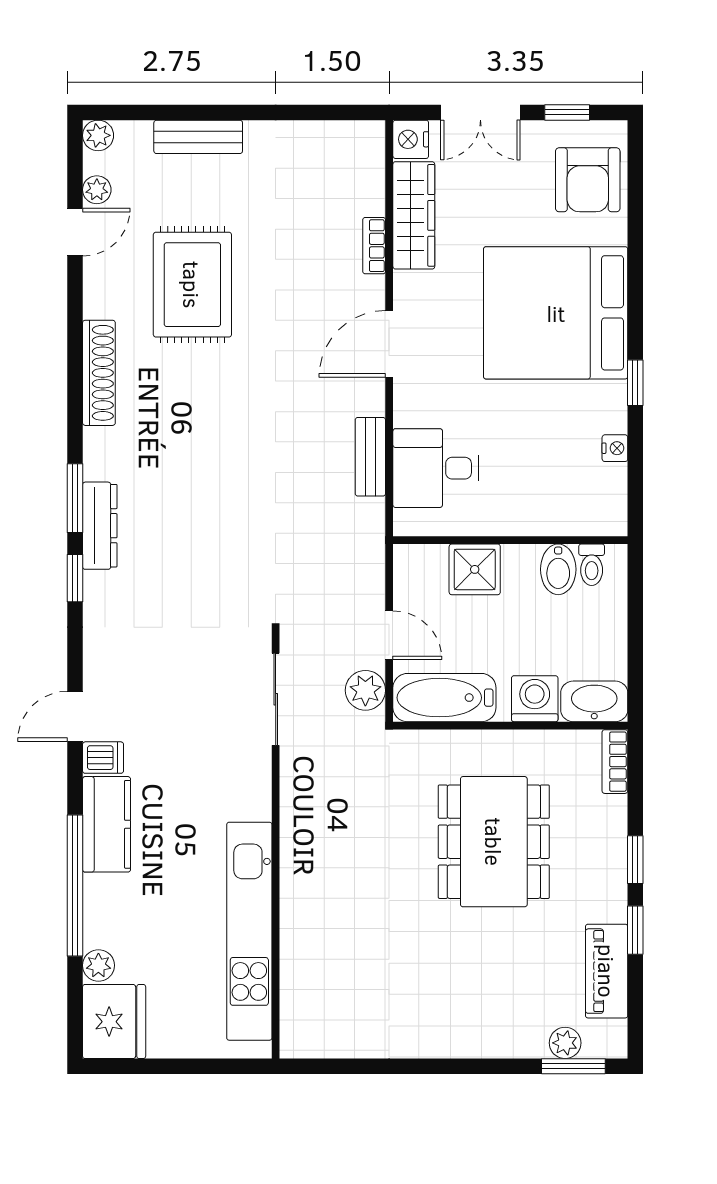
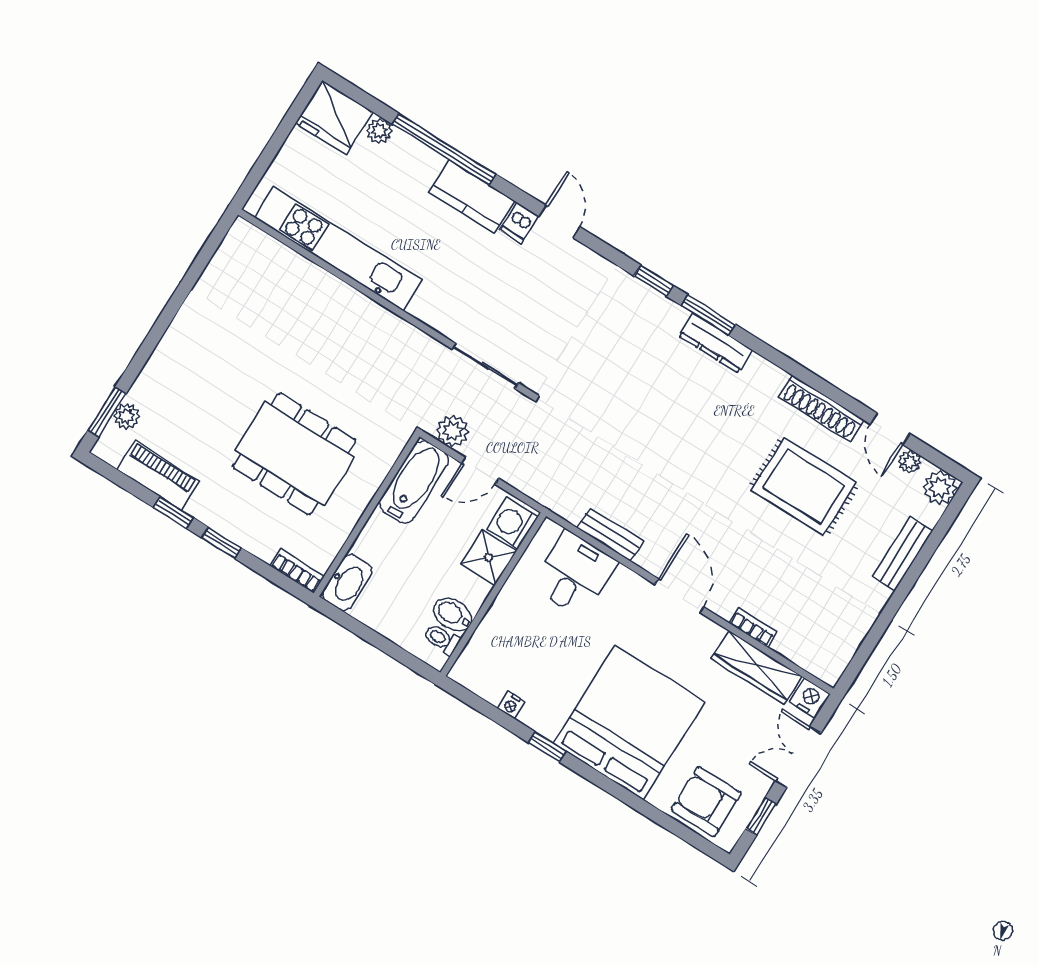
plant: (98, 135) -> (940, 488), width x1.38, depth x1.38
shoe rack: (99, 373) -> (821, 408), moved
dresser: (100, 526) -> (715, 343), moved
washing machine: (535, 699) -> (512, 523), moved, turned 180

